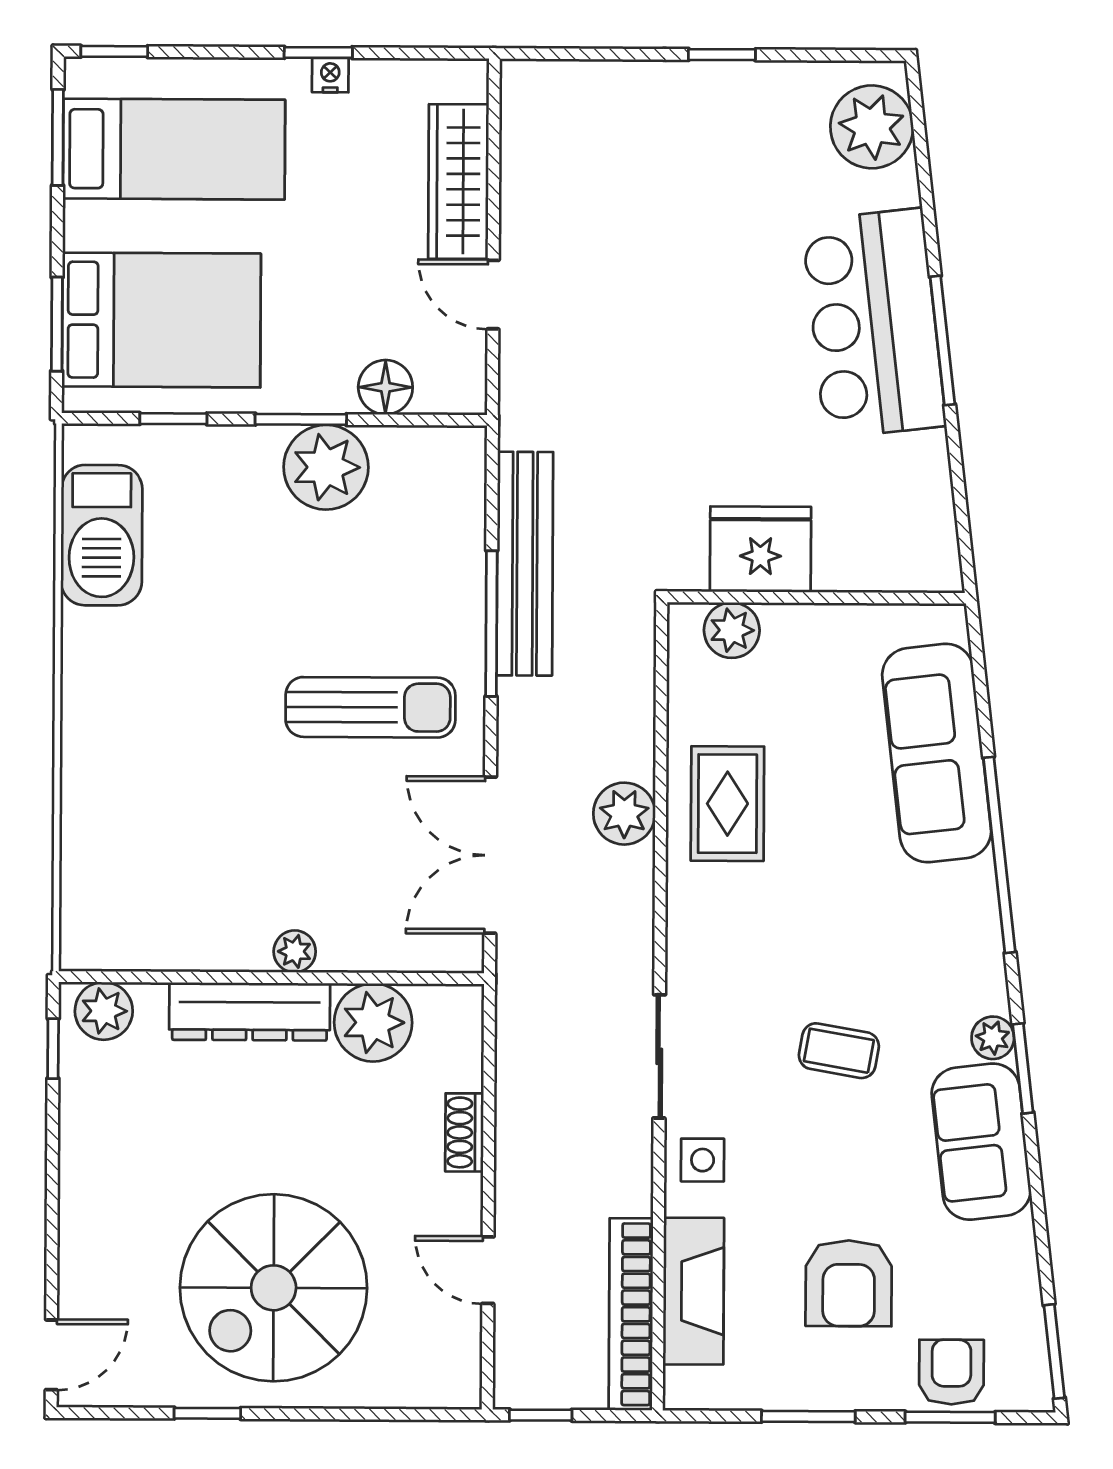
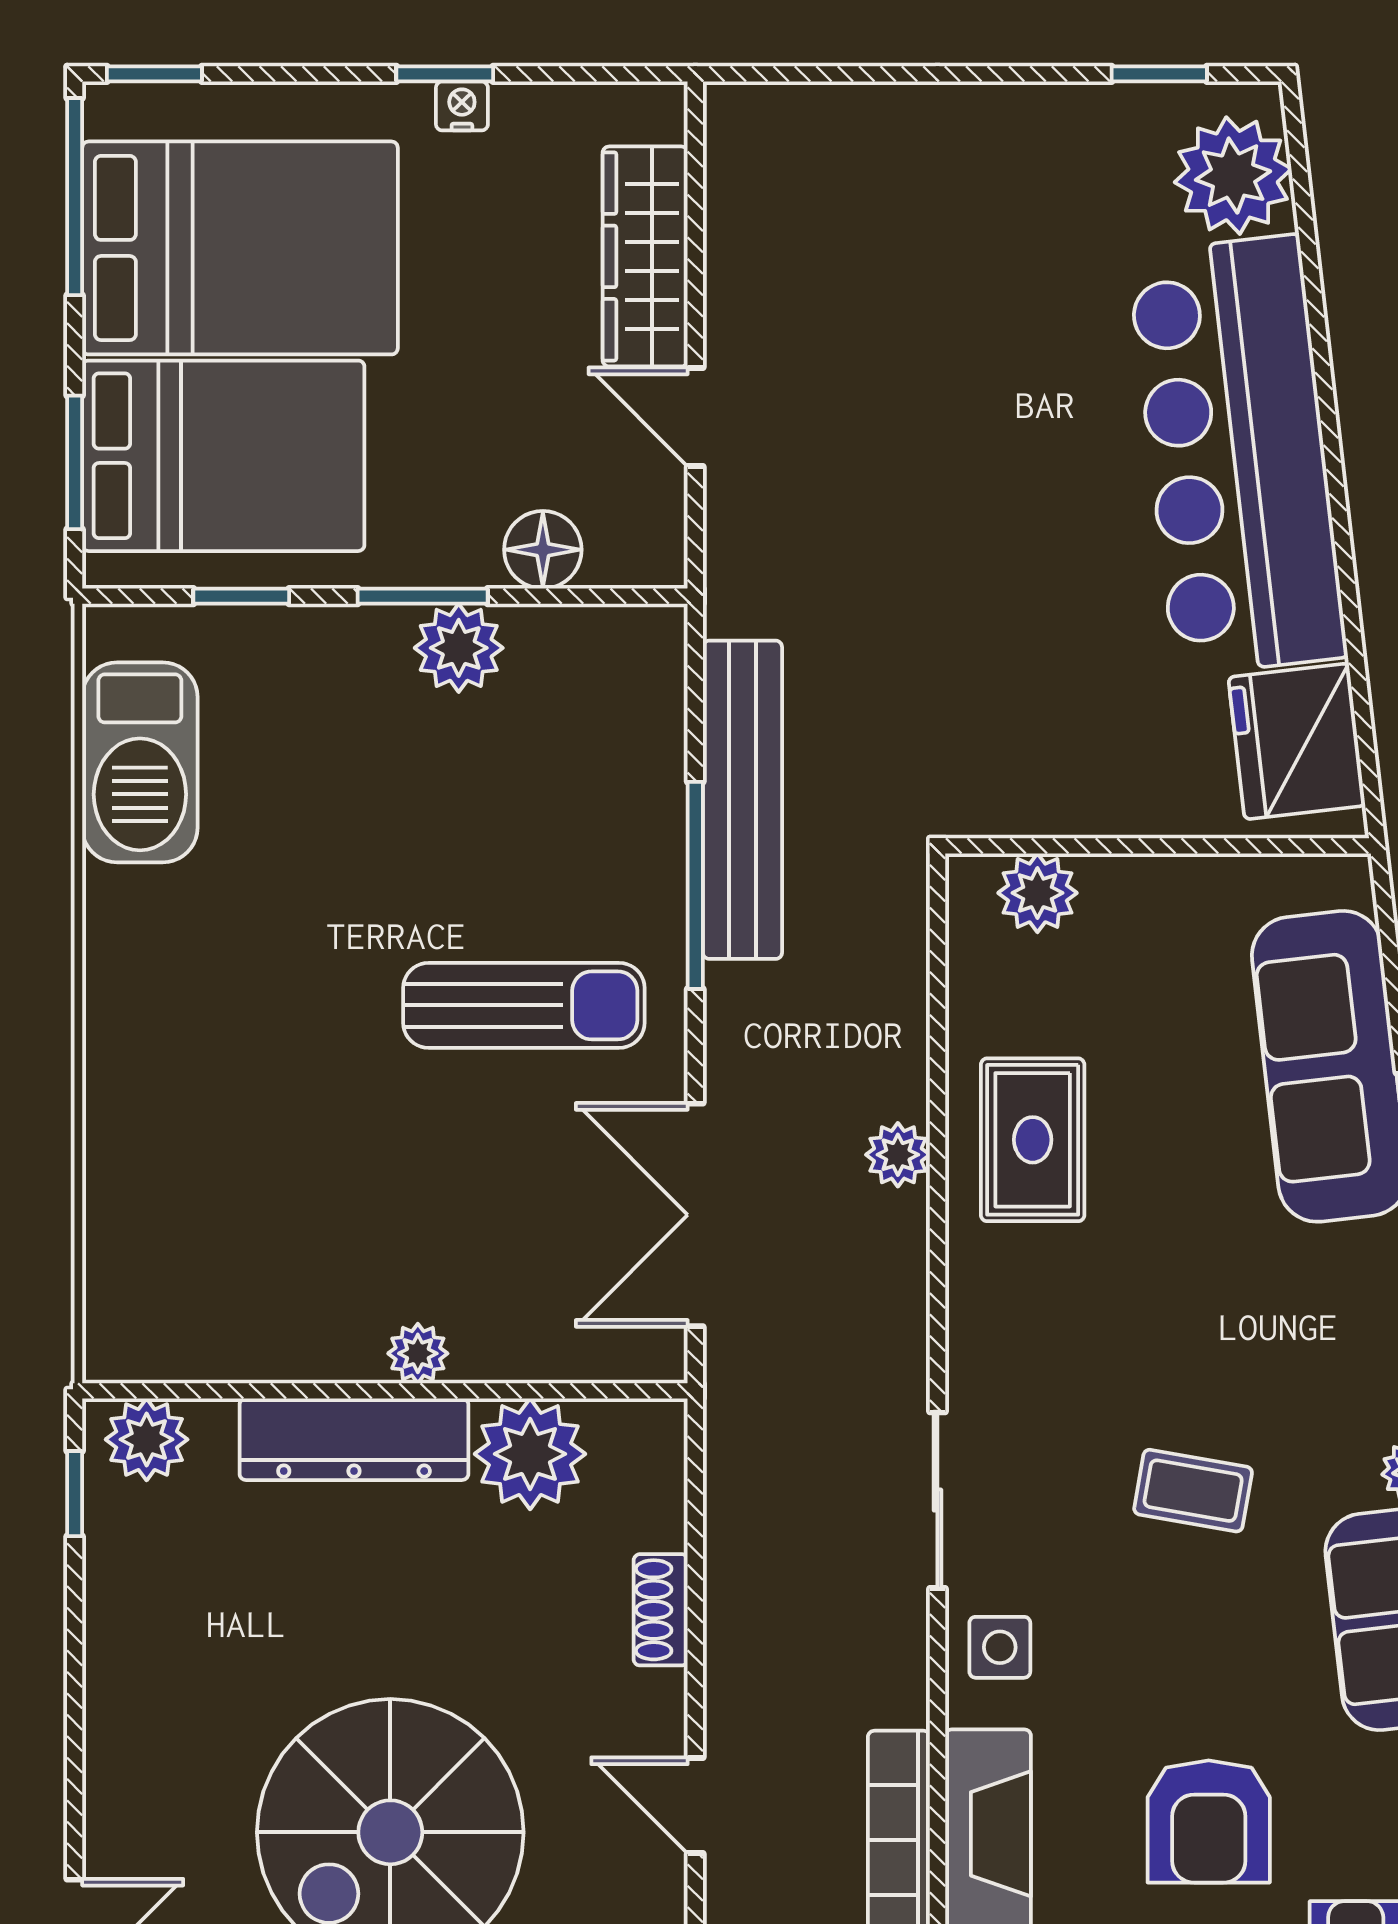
window: (722, 55) -> (1159, 74), moved
window: (58, 137) -> (75, 197), width x1.44
bed: (174, 149) -> (240, 248), width x1.50
bar counter: (874, 323) -> (1237, 455), width x1.36
window: (942, 340) -> (1335, 479), removed
plant: (326, 467) -> (459, 648), width x0.73, depth x0.73
fridge: (760, 549) -> (1297, 741), moved, turned -97
plant: (624, 814) -> (898, 1155), width x0.73, depth x0.73

